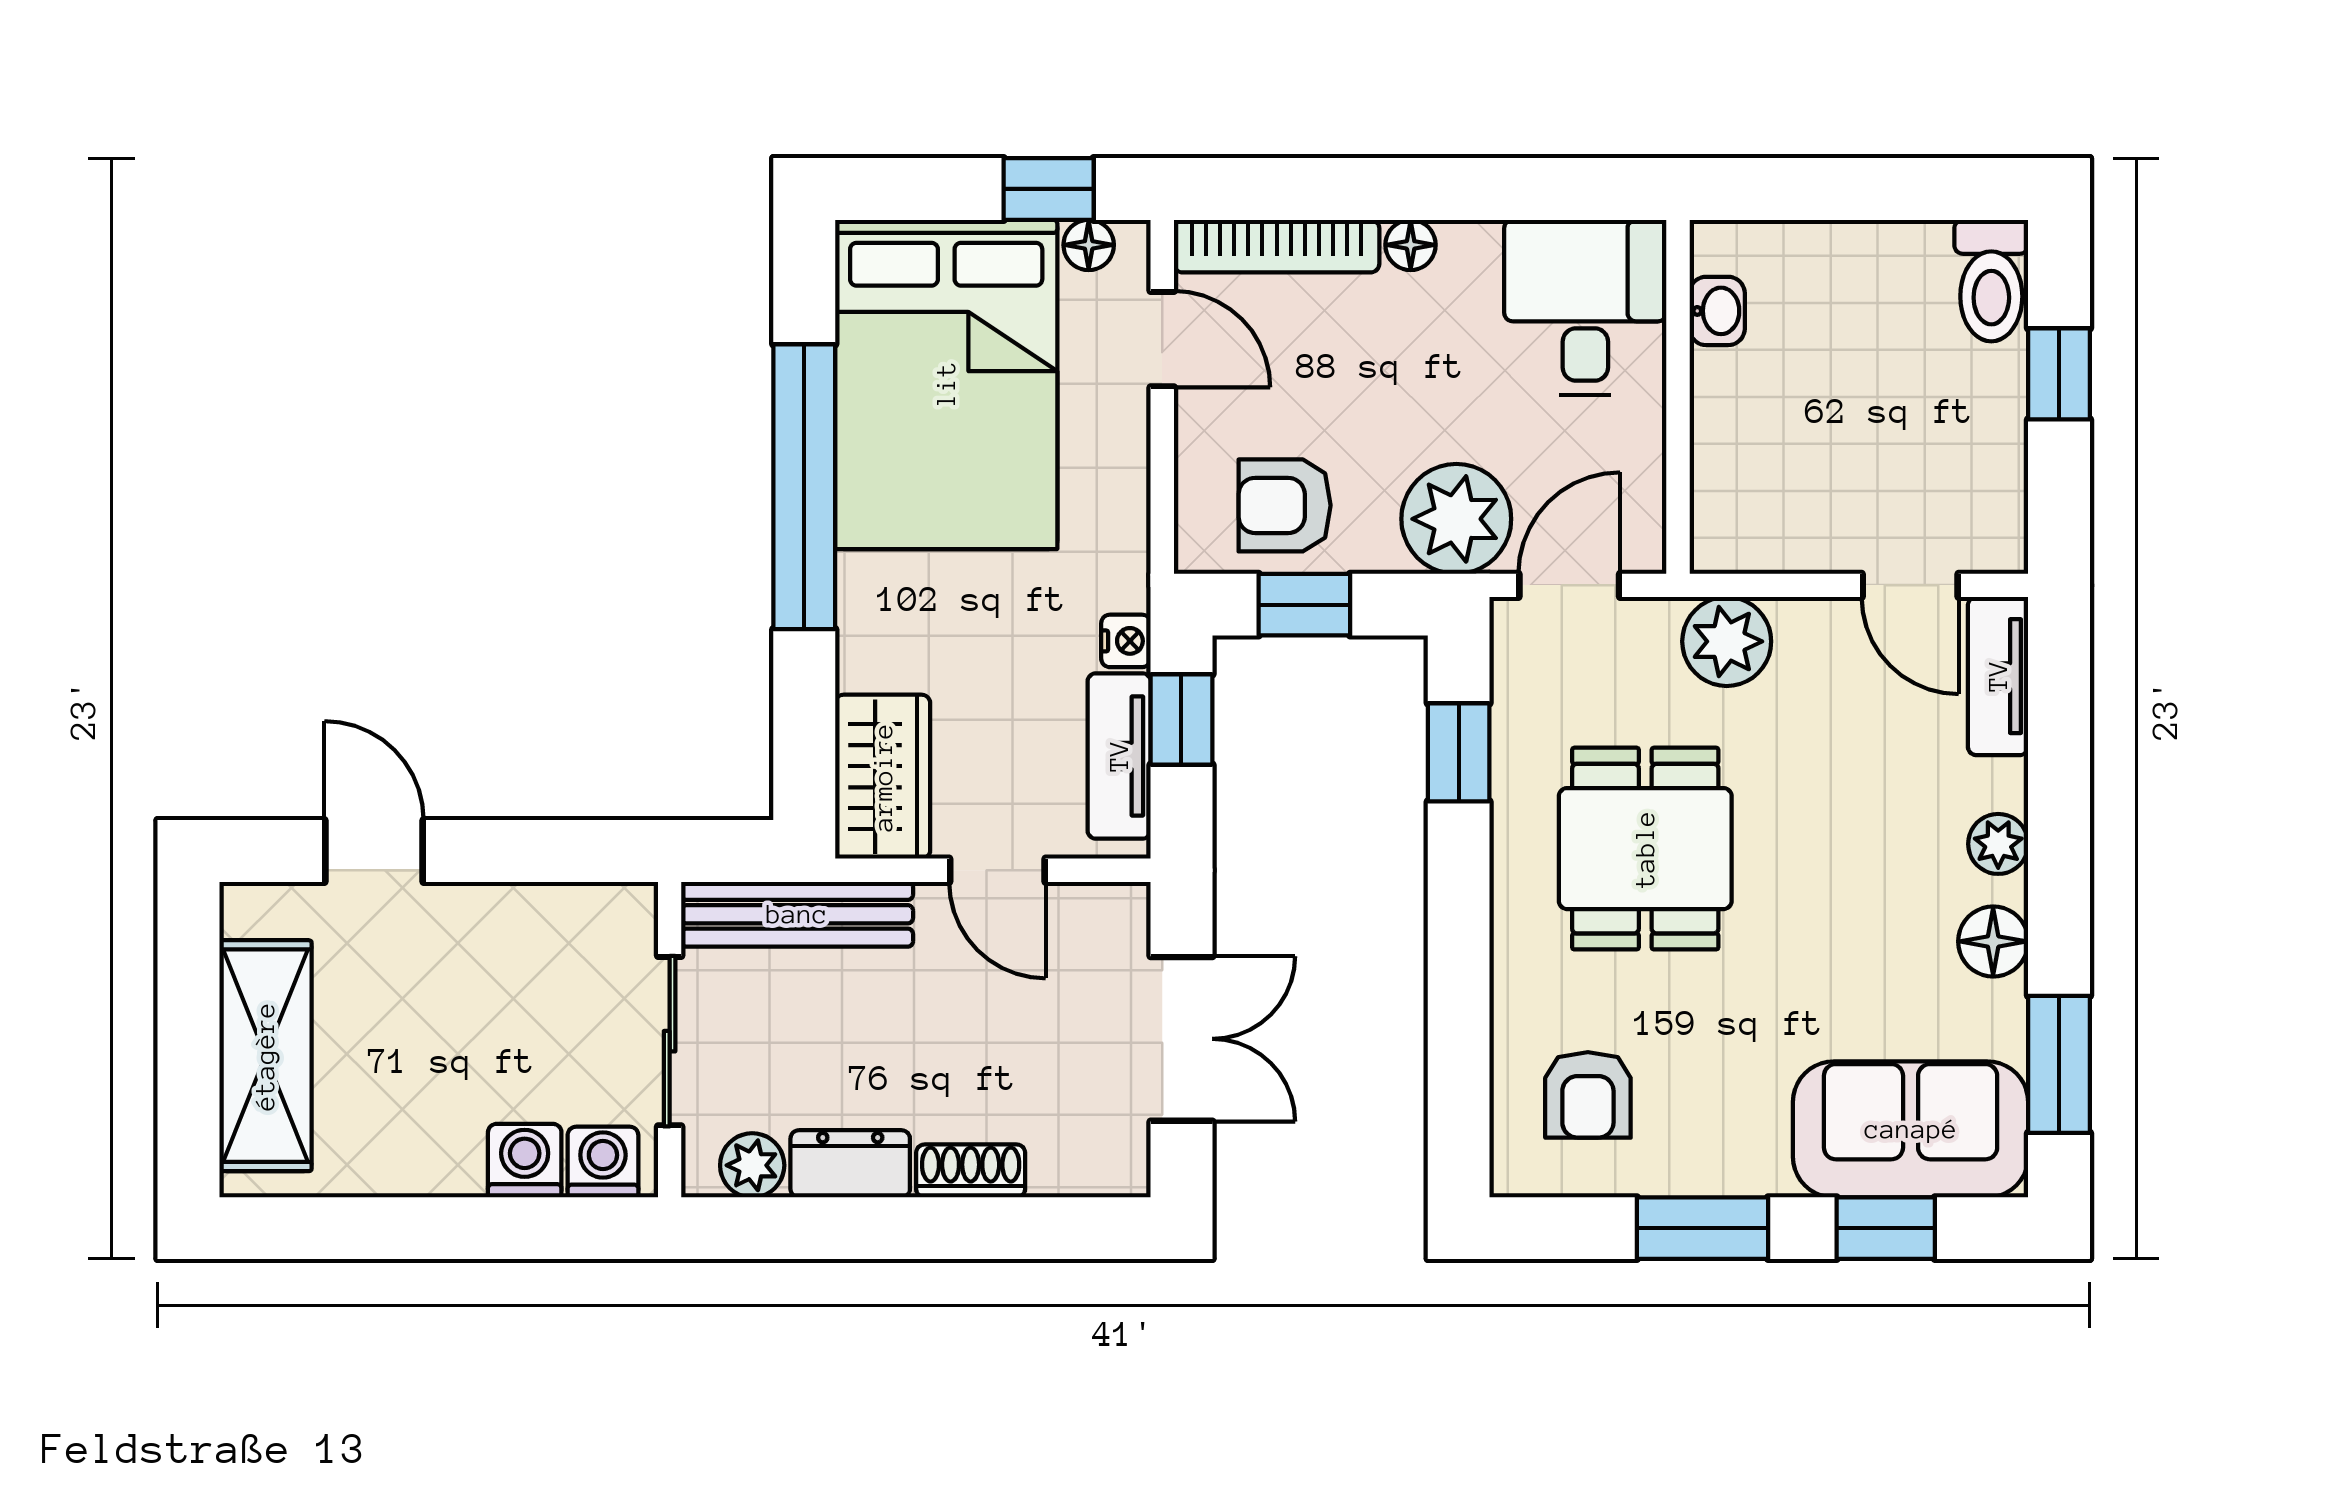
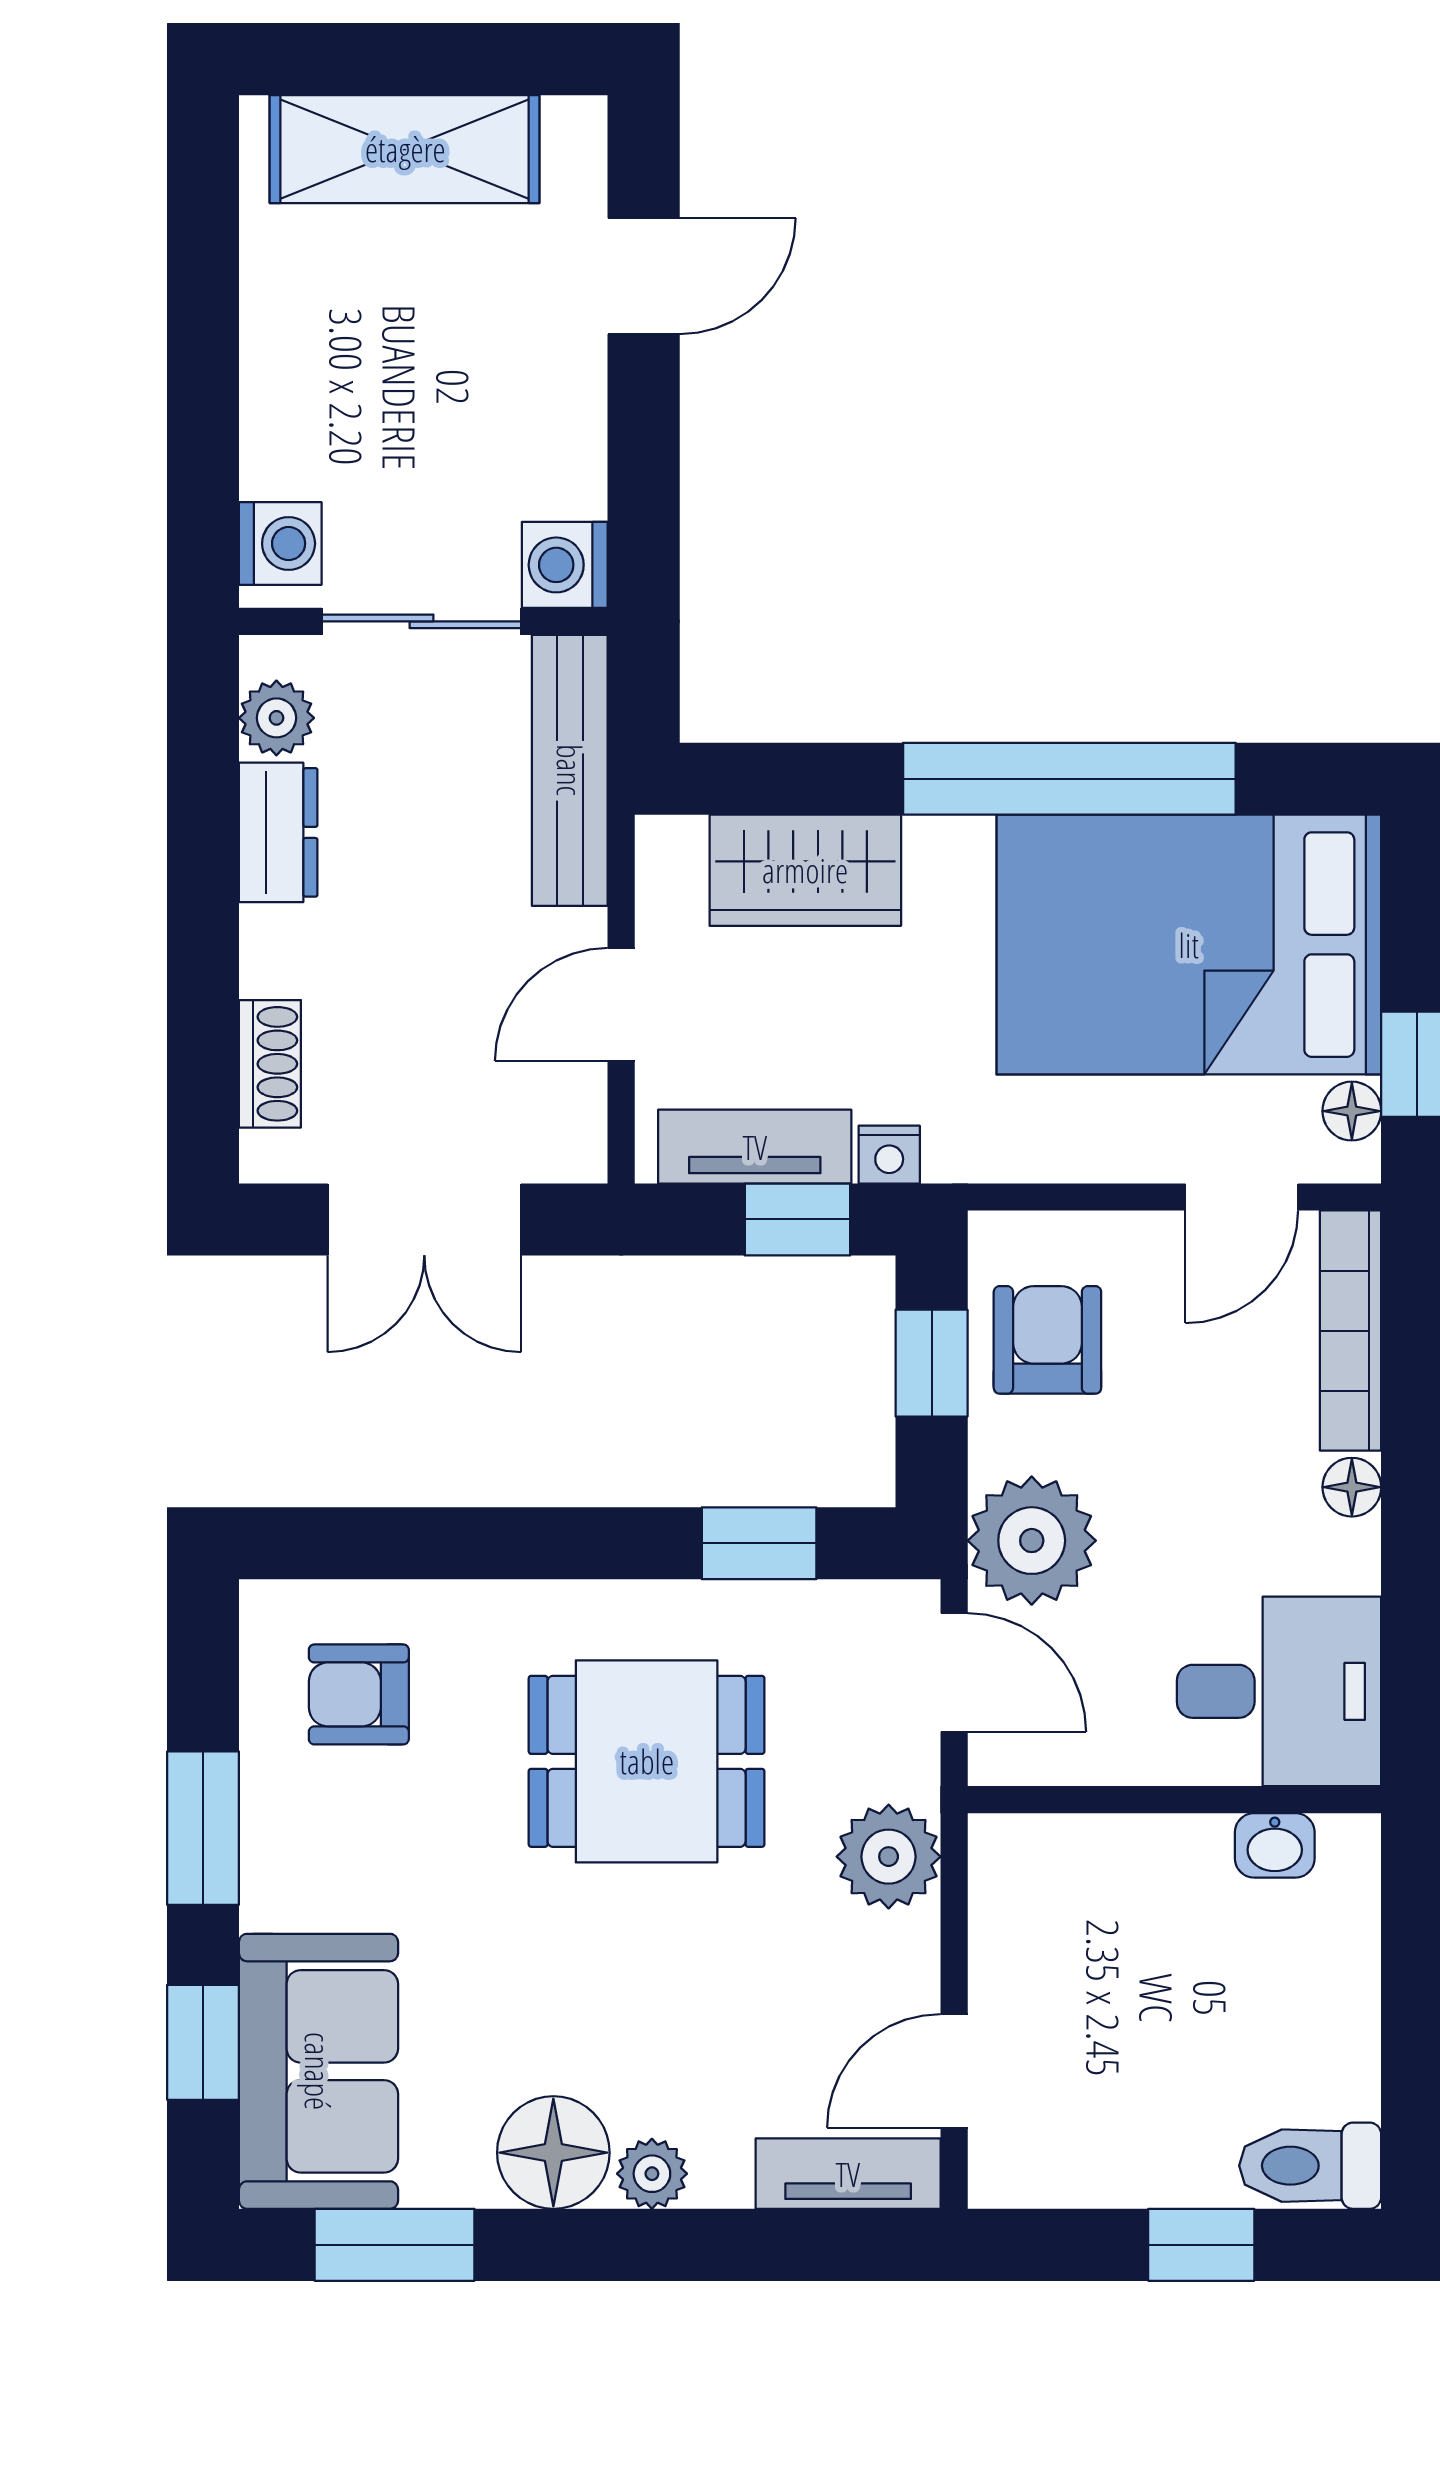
wardrobe: (883, 777) -> (805, 870), moved
floor lamp: (1993, 941) -> (553, 2153), width x1.38, depth x1.38
washing machine: (525, 1161) -> (565, 565), moved, turned 180
shoe rack: (971, 1171) -> (270, 1064), moved

